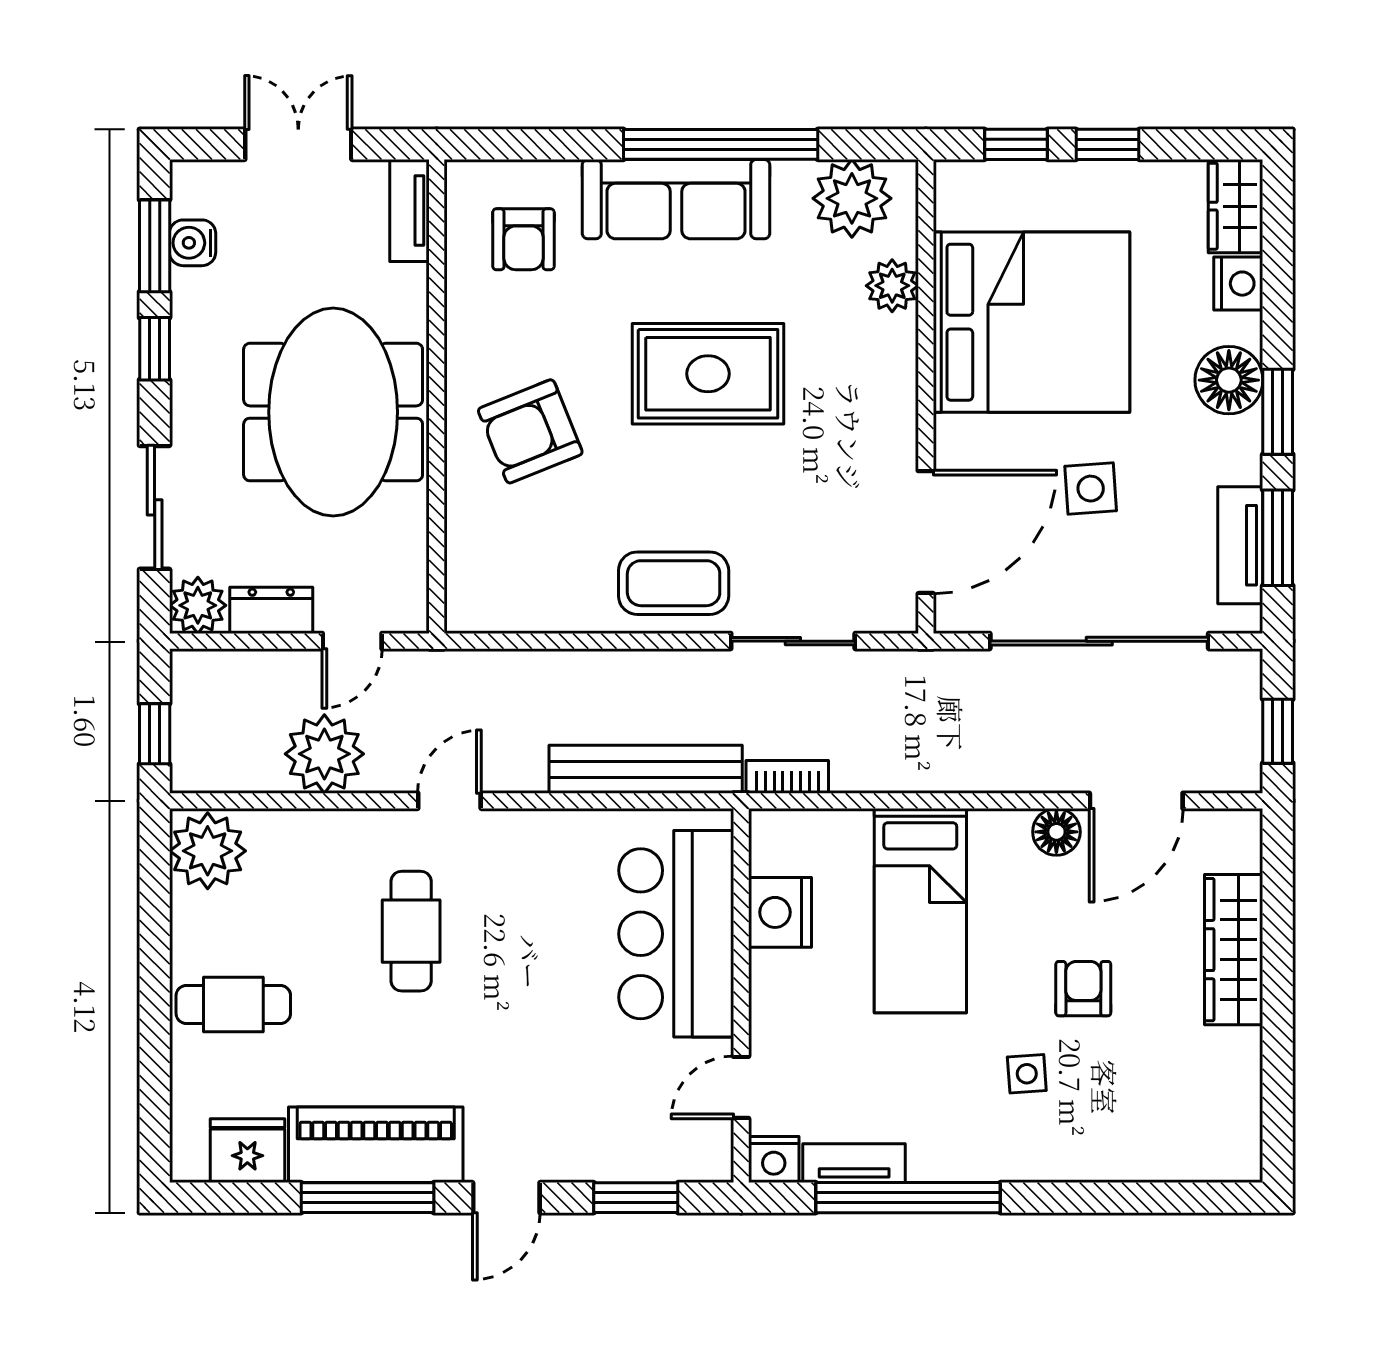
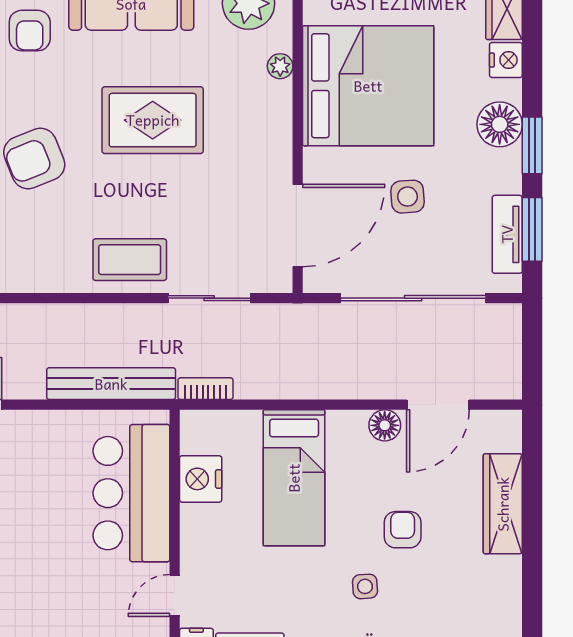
plant: (892, 286) -> (280, 66), width x0.73, depth x0.73
window: (1278, 731) -> (532, 358), removed

